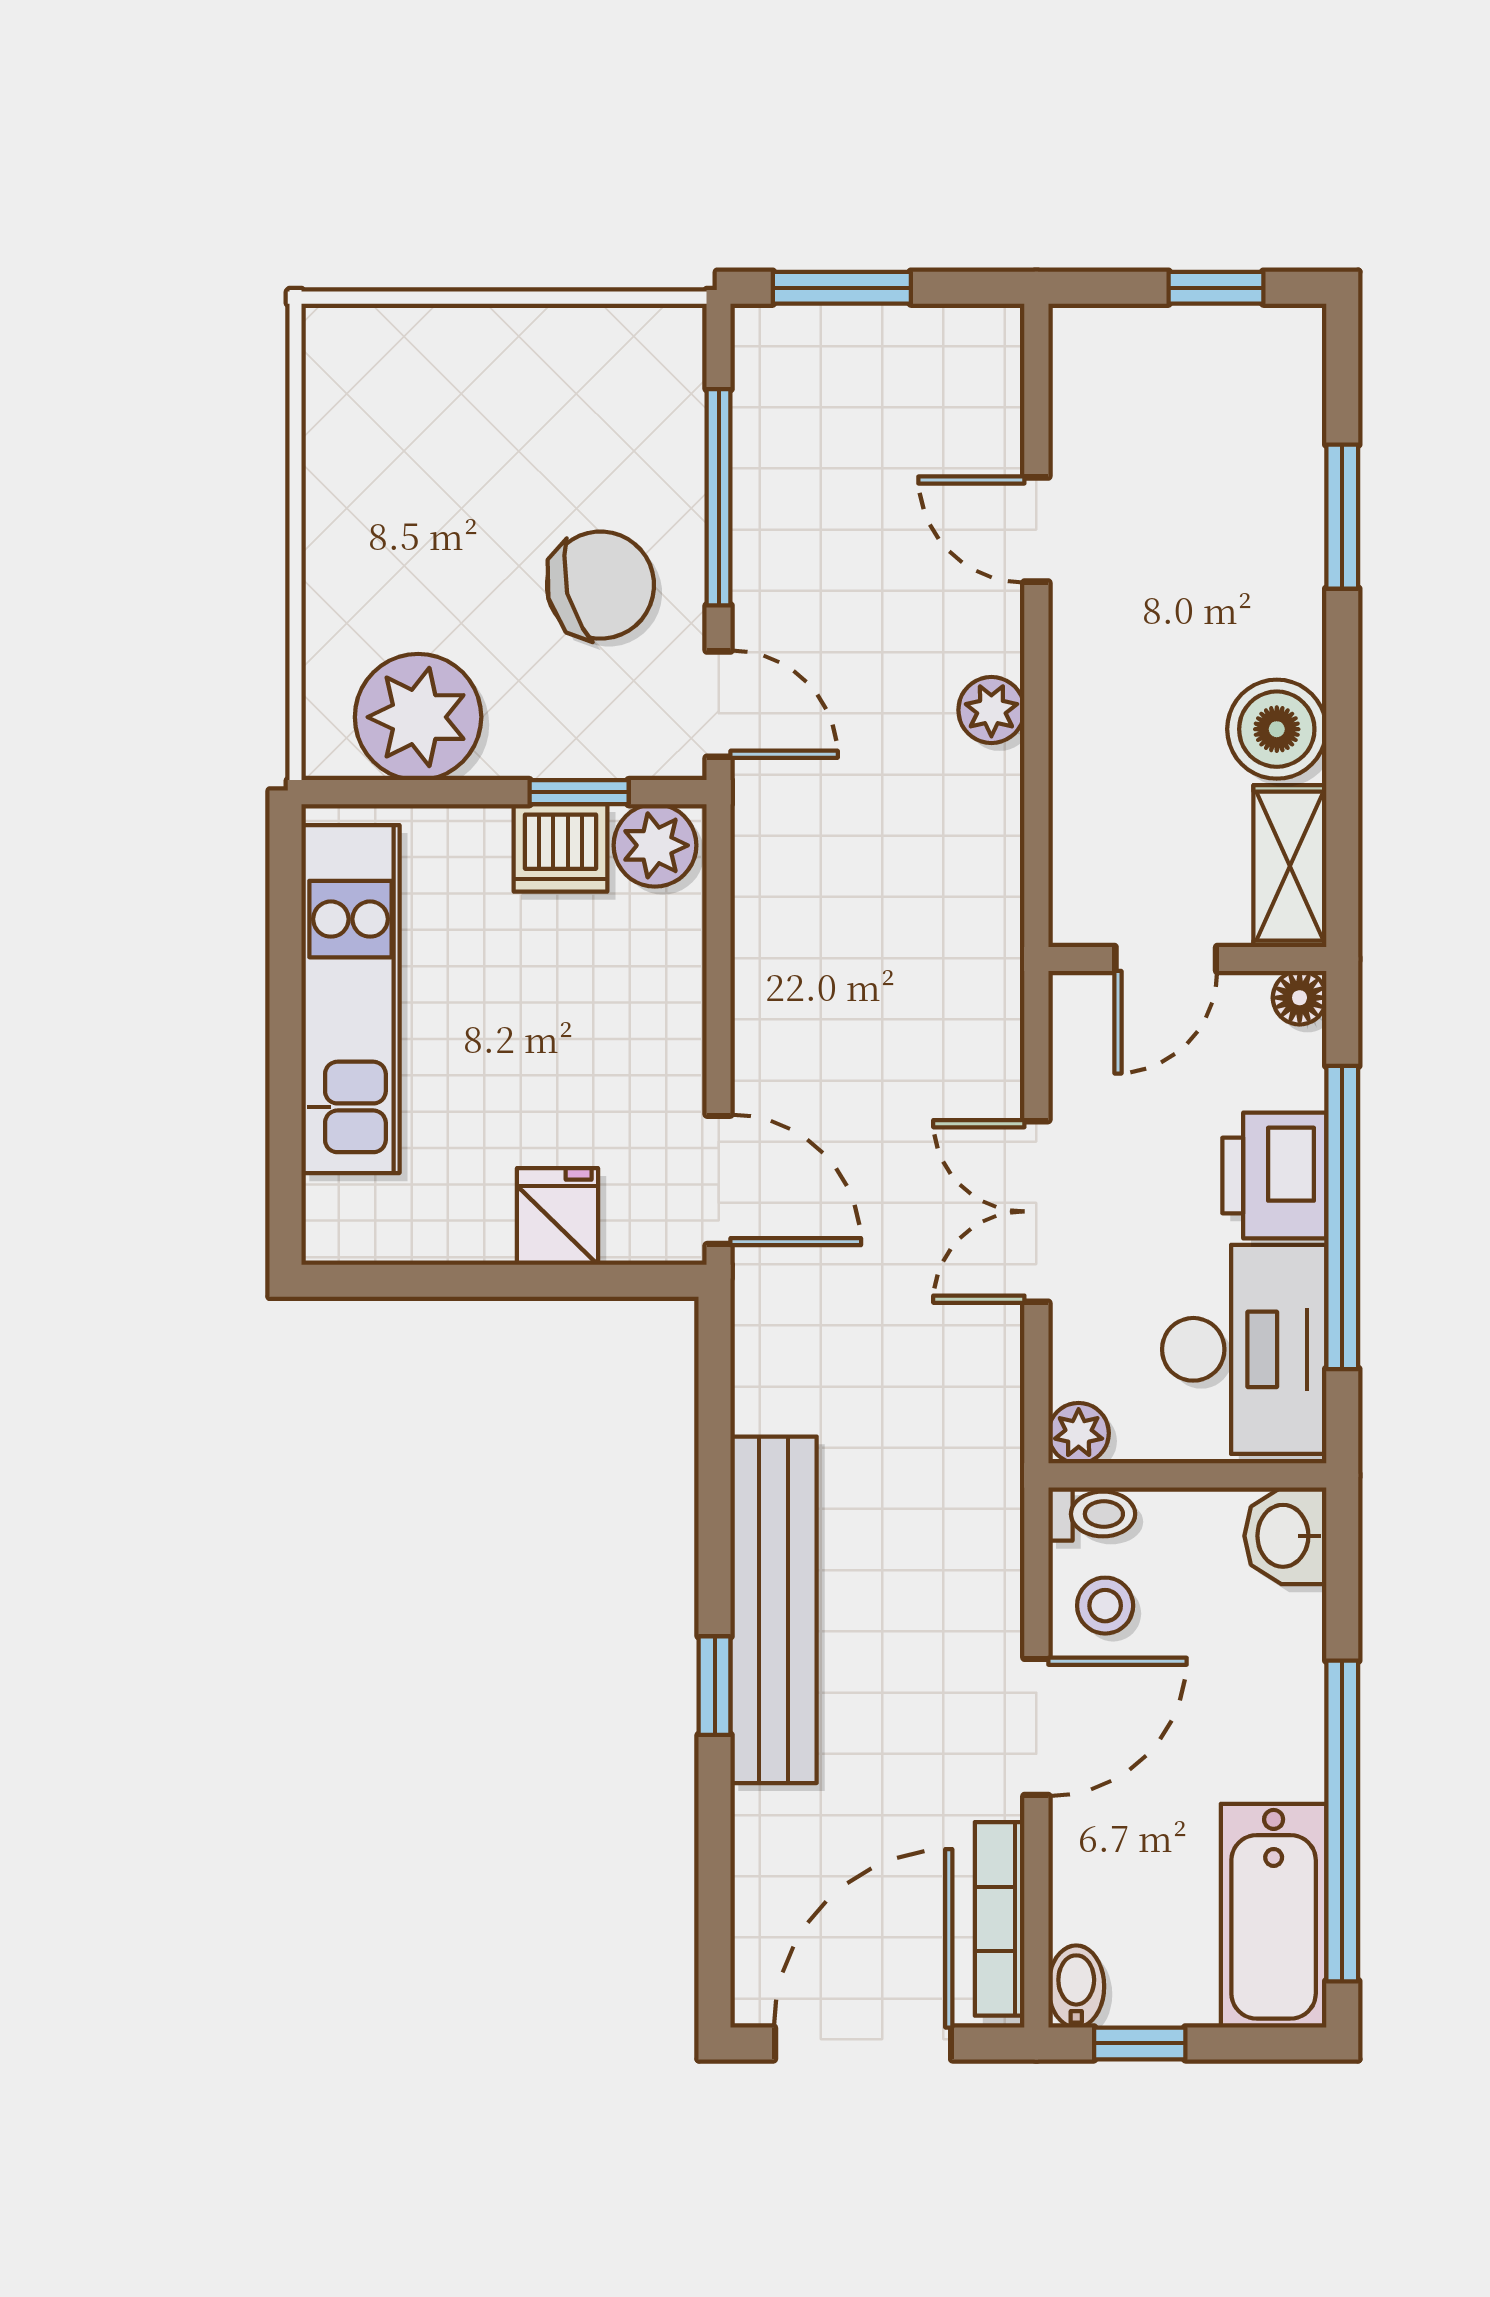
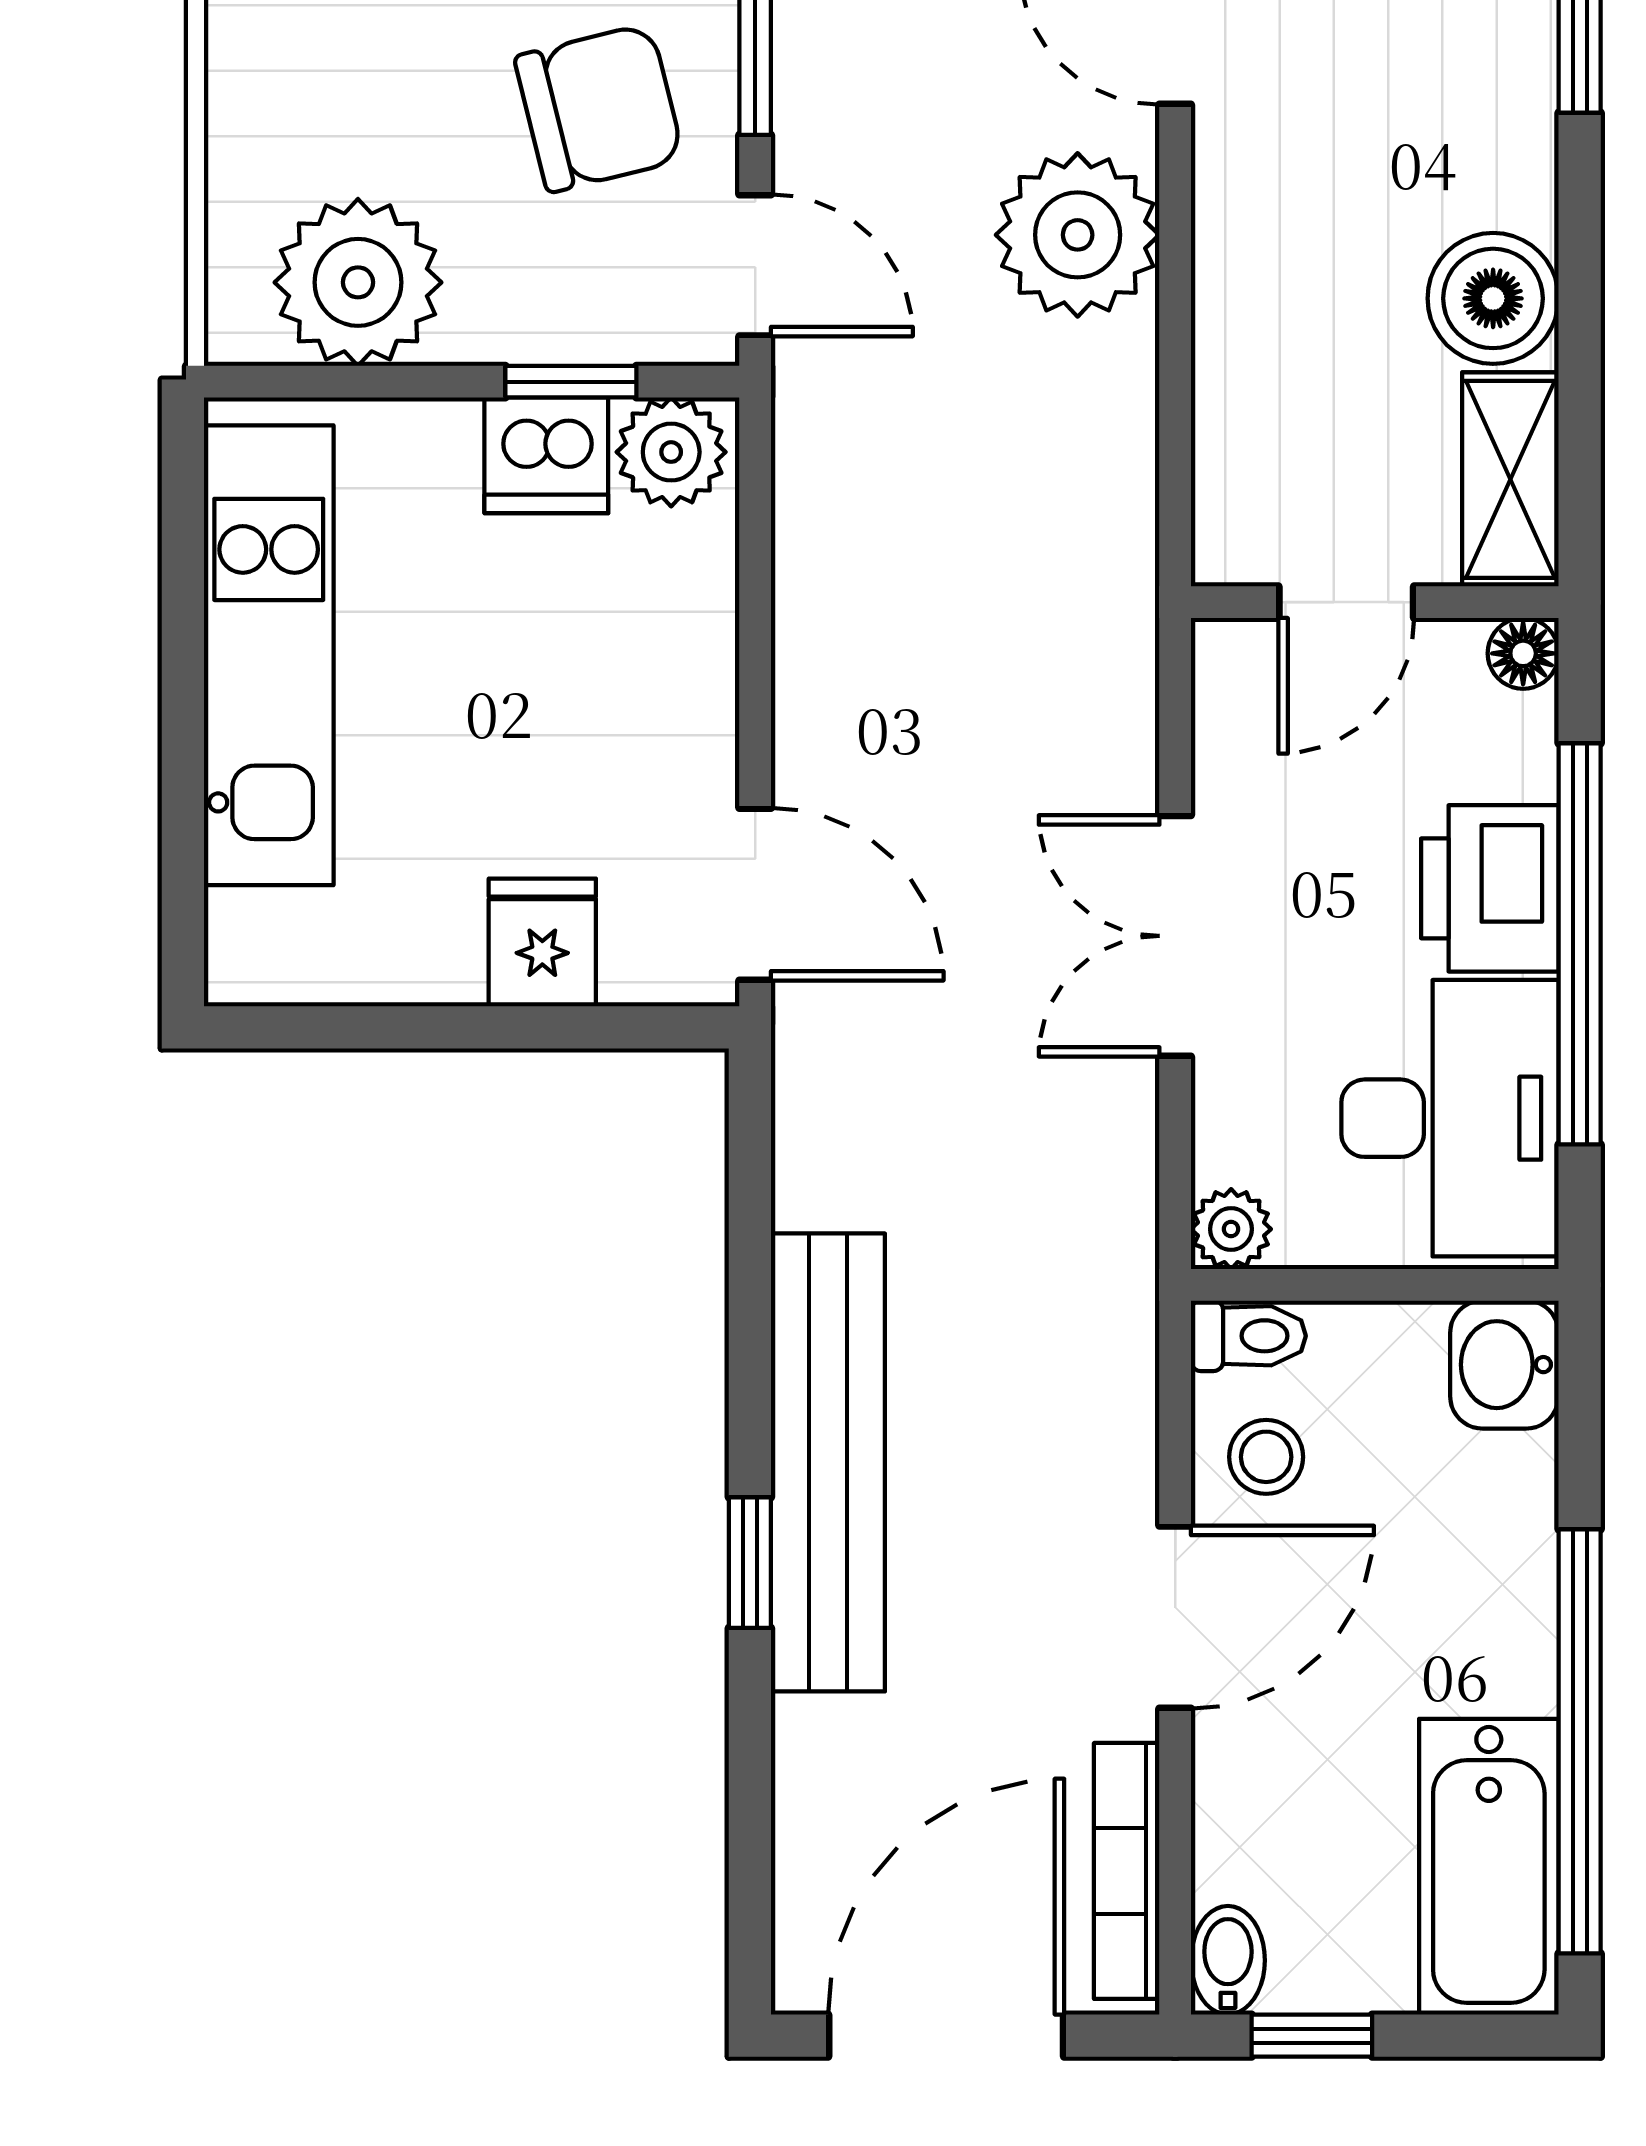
plant: (991, 710) -> (1078, 235), width x1.87, depth x1.87

